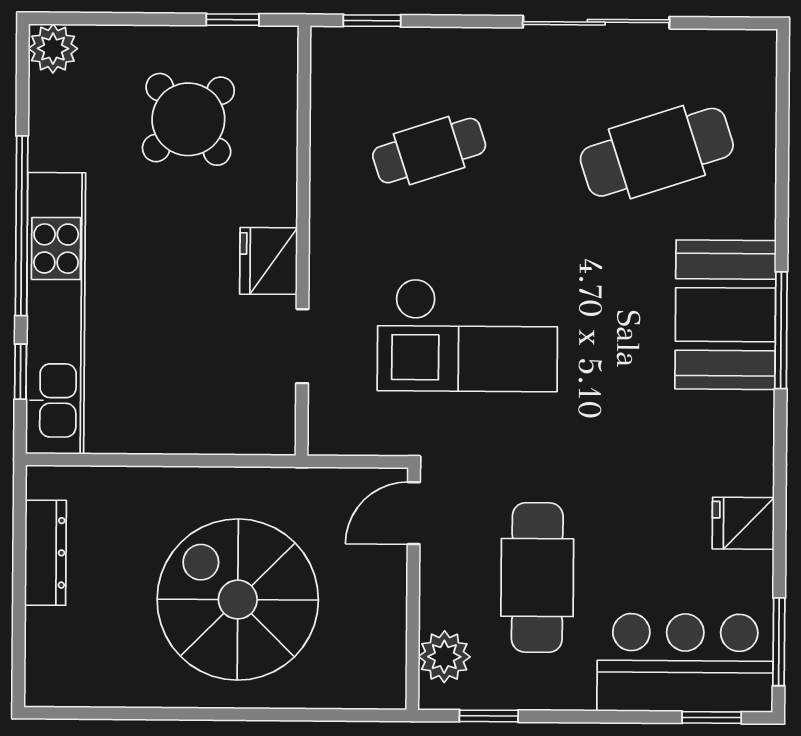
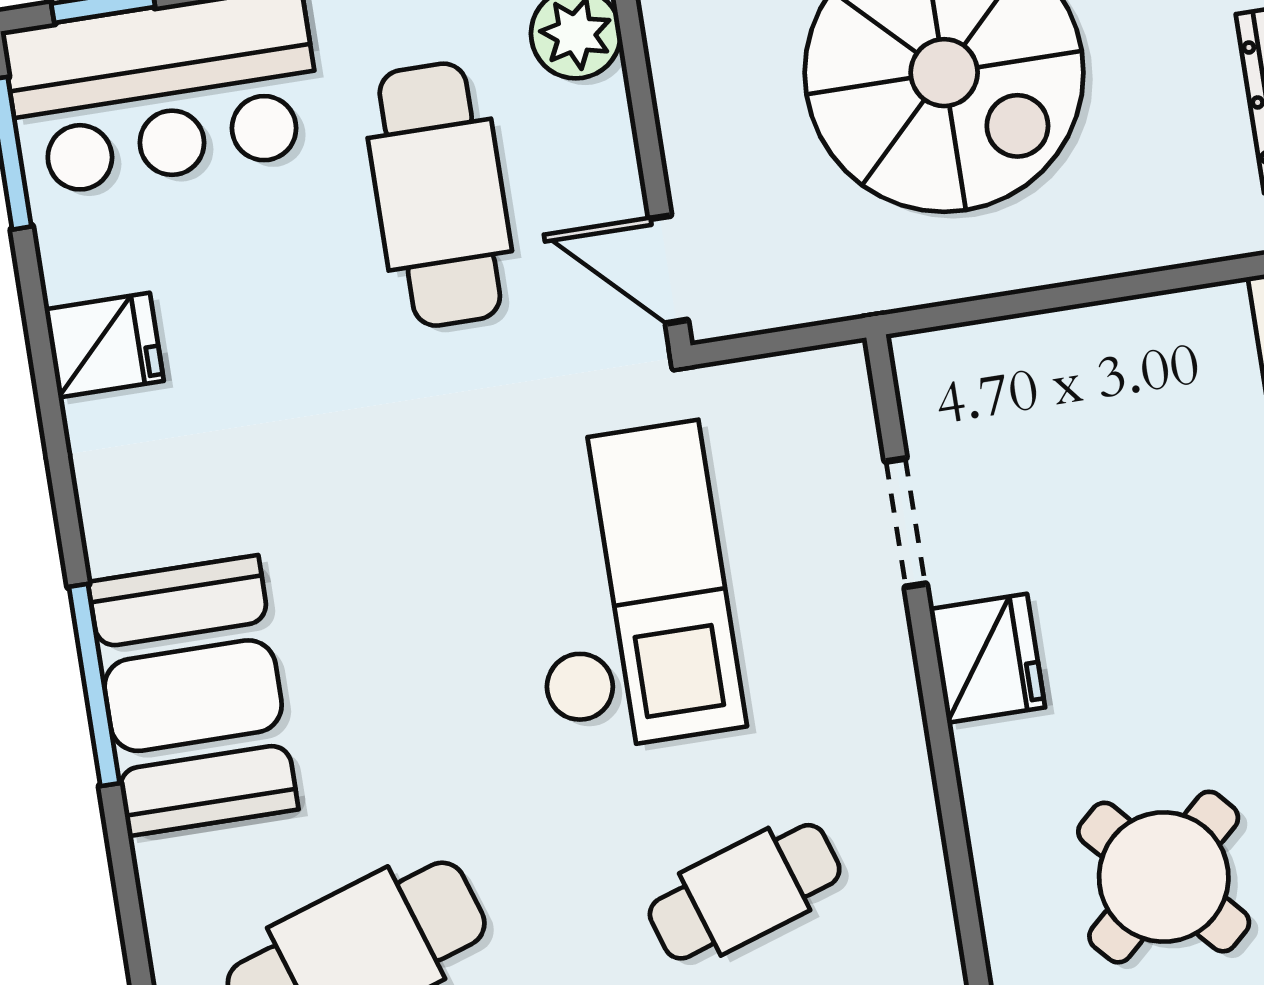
checkout: (468, 335) -> (627, 588), turned 90
door: (414, 513) -> (668, 269), swing flipped

